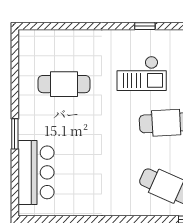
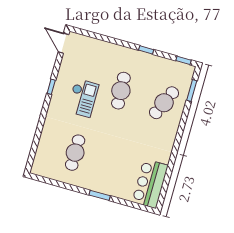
bar counter: (36, 172) -> (150, 184), moved, turned -90

